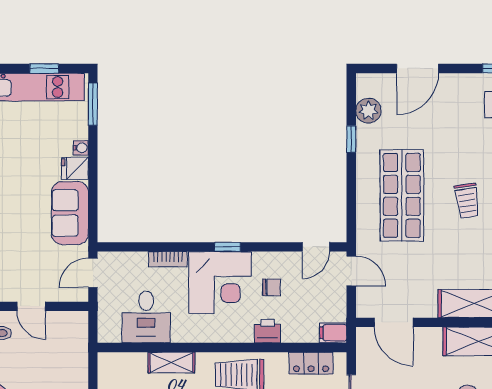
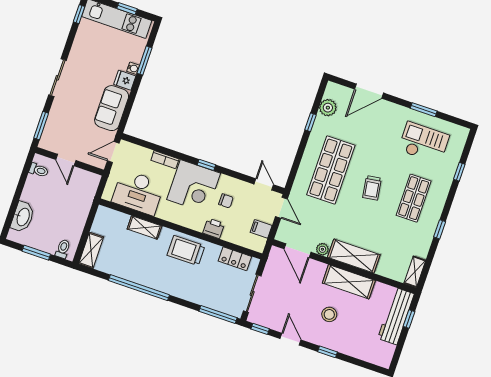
window: (93, 104) -> (144, 60), moved
door: (316, 247) -> (264, 184), swing flipped
plant: (427, 309) -> (322, 249), added
desk: (146, 317) -> (138, 192), width x1.37
filing cabinet: (333, 333) -> (261, 229), moved

